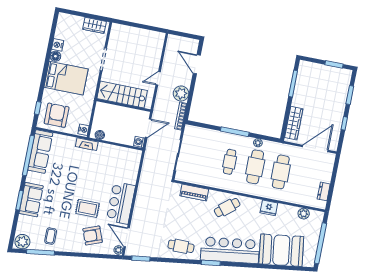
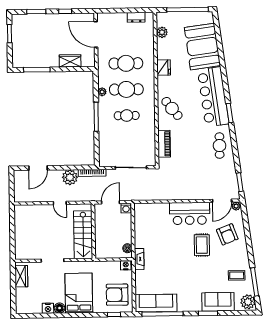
wardrobe: (294, 123) -> (70, 61), width x0.67
door: (148, 128) -> (111, 202), hinge flipped
sofa: (31, 200) -> (218, 302), moved

